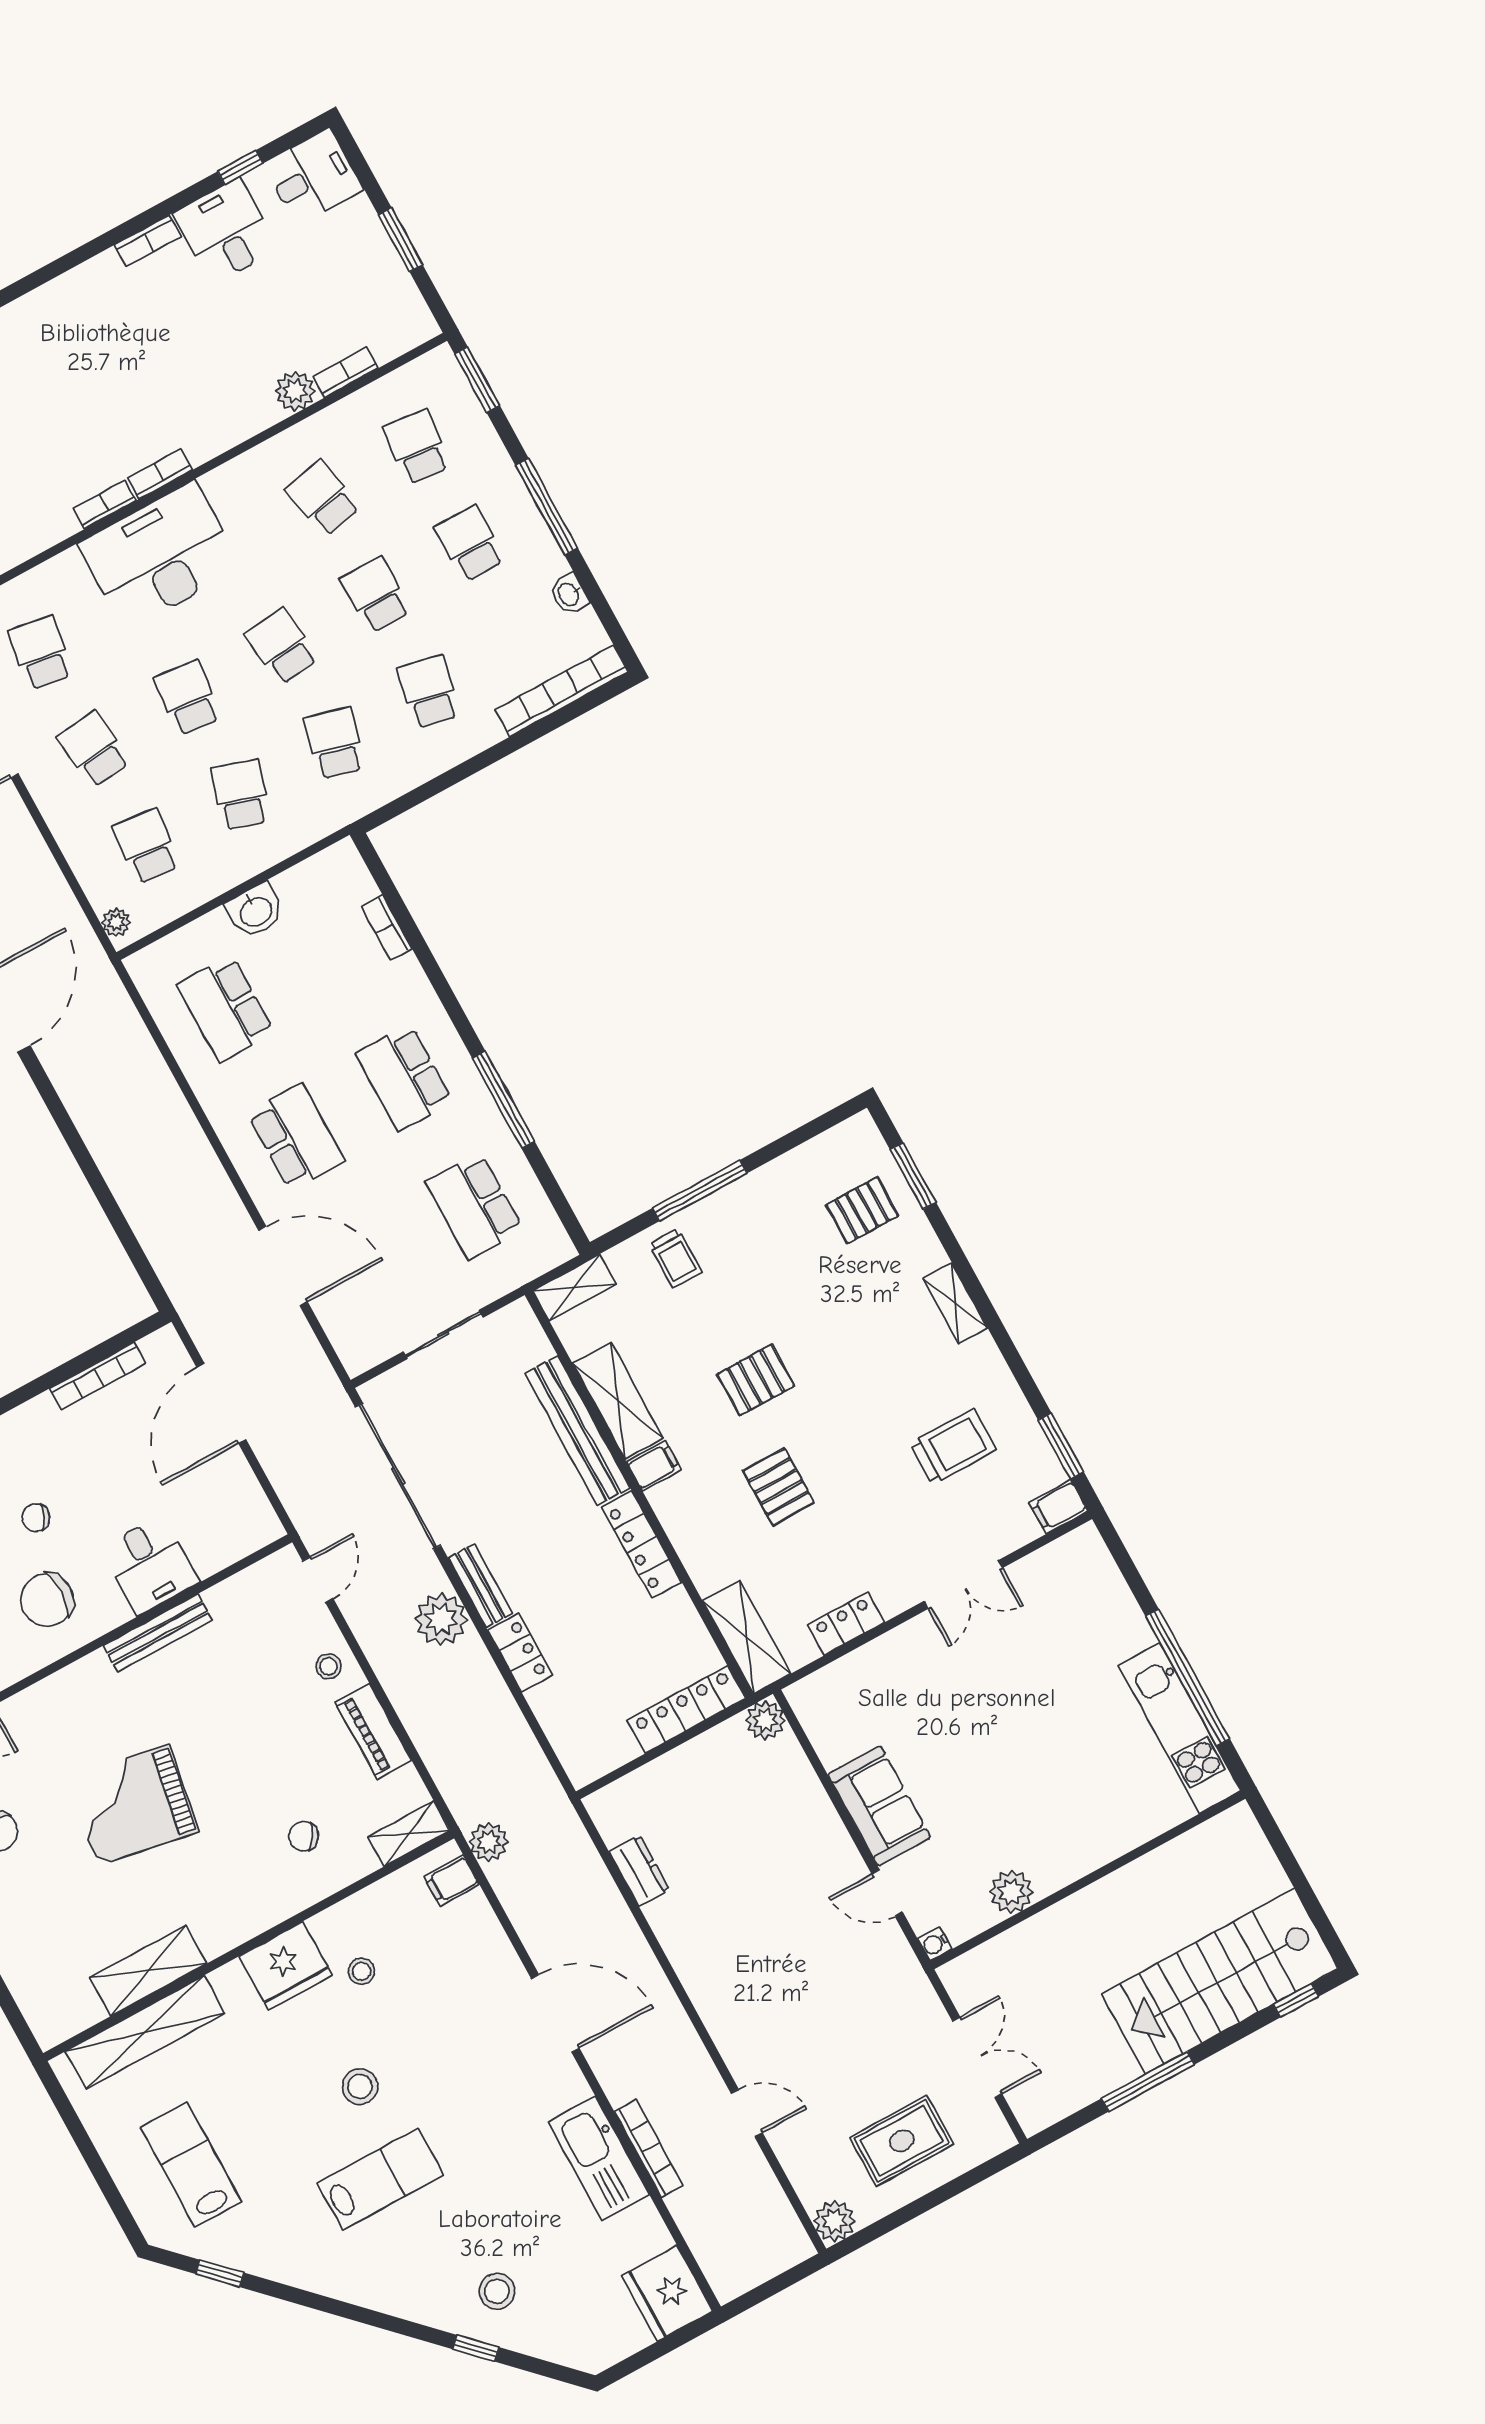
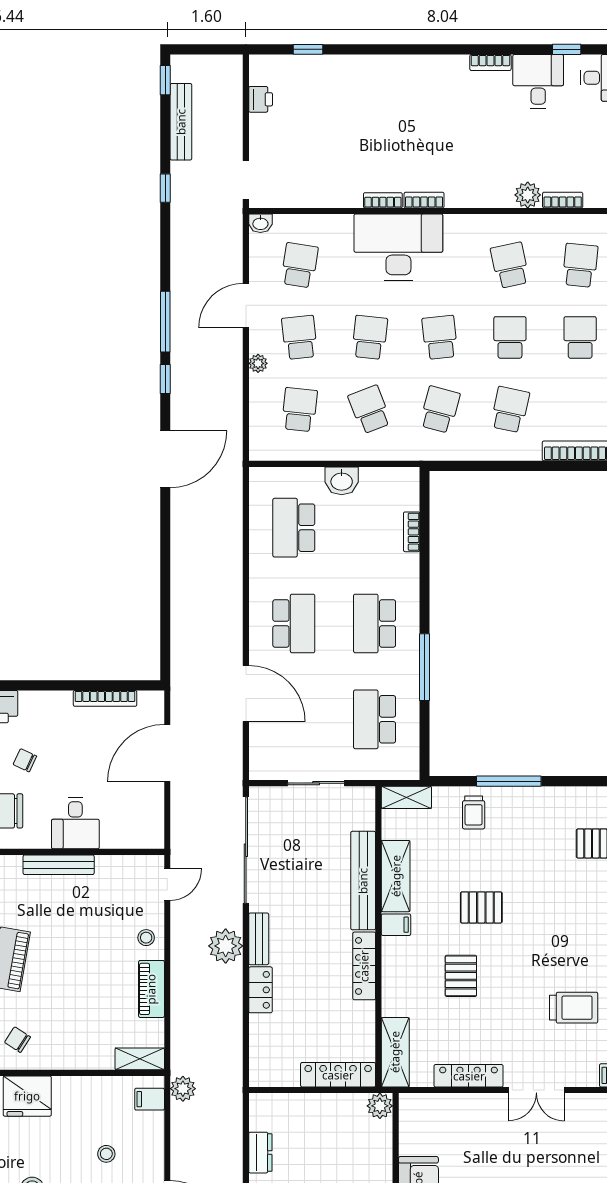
school desk: (241, 795) -> (370, 410), turned -39
plant: (116, 922) -> (258, 363), moved
locker: (846, 1624) -> (469, 1076), width x1.53
chair: (304, 1836) -> (18, 1040), moved
stool: (362, 1971) -> (106, 1154), moved

